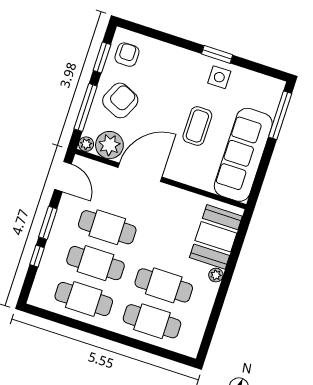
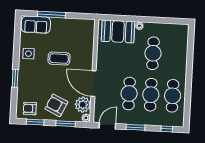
window: (217, 54) -> (15, 78), moved
window: (86, 108) -> (66, 124), width x0.69
window: (280, 115) -> (51, 15), moved
sofa: (243, 155) -> (36, 25), moved, width x0.54, depth x0.79
window: (37, 256) -> (167, 129), moved
cafe table: (152, 321) -> (175, 54), removed

